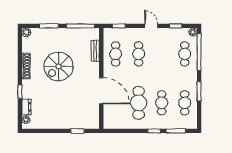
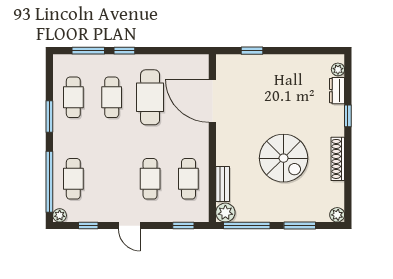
plant: (93, 34) -> (225, 213), added
spiral stairs: (59, 66) -> (284, 158), turned 90
door: (101, 91) -> (212, 101), moved

